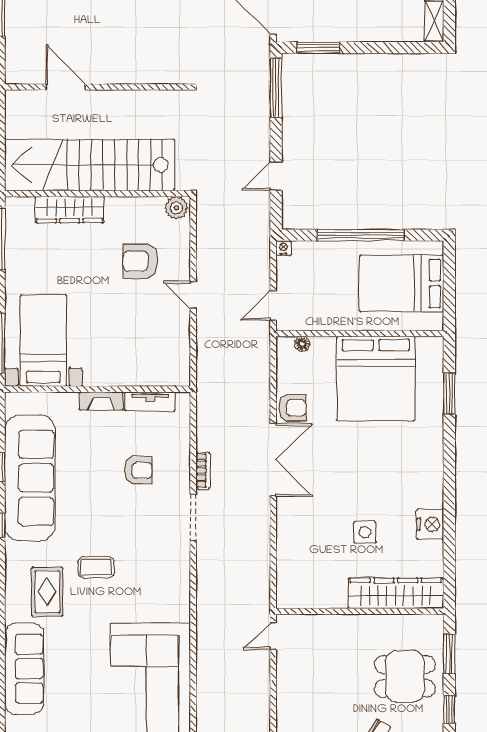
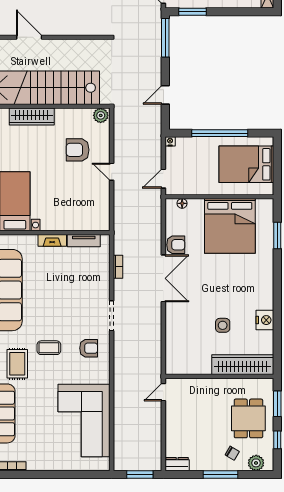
armchair: (138, 470) -> (89, 348), moved
bookcase: (203, 471) -> (118, 267), moved
dining table: (405, 676) -> (248, 418), turned 90

